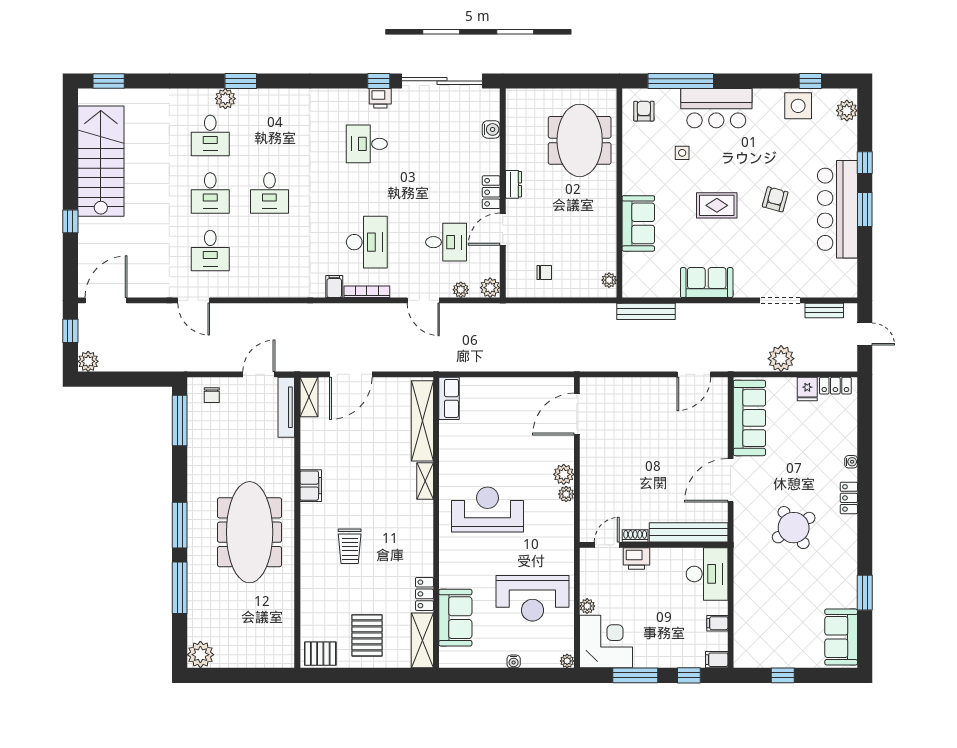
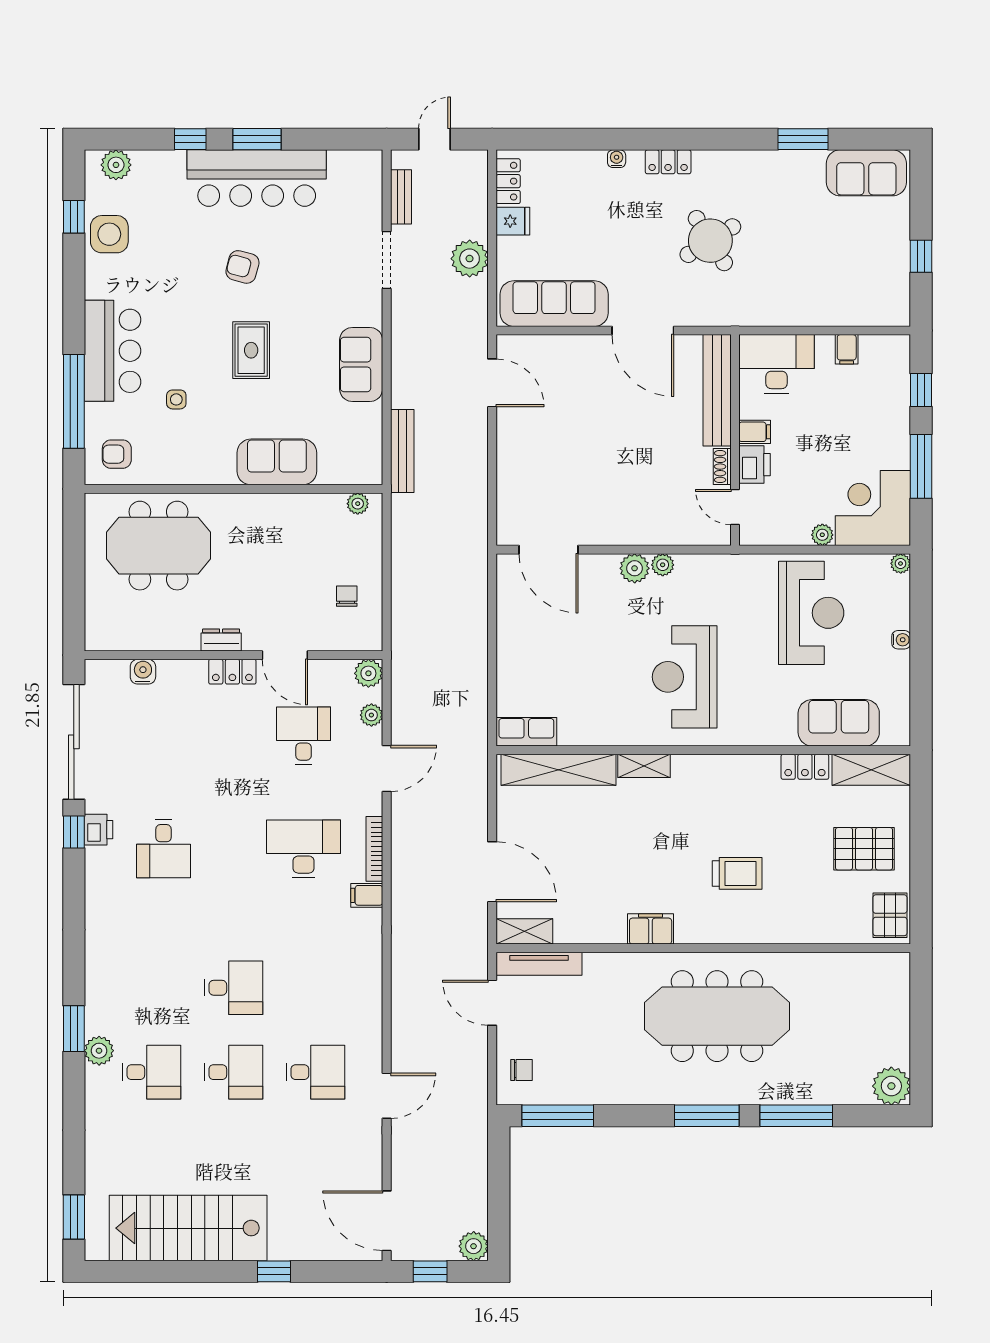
filing cabinet: (717, 660) -> (755, 432), moved, turned -90

